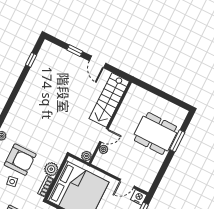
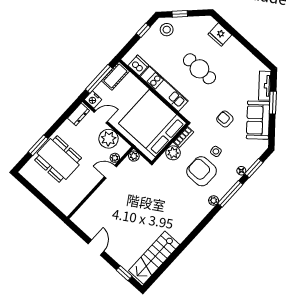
window: (75, 51) -> (124, 273), moved
window: (31, 60) -> (162, 268), removed
stairs: (109, 100) -> (154, 258), moved, turned 180
plant: (114, 165) -> (109, 139), added
dresser: (148, 180) -> (79, 114), added

